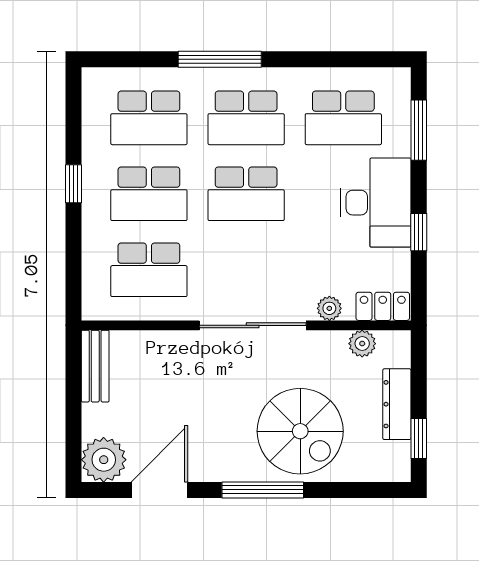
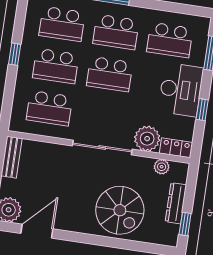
plant: (329, 308) -> (147, 139), width x1.87, depth x1.87
window: (263, 490) -> (94, 240), removed

